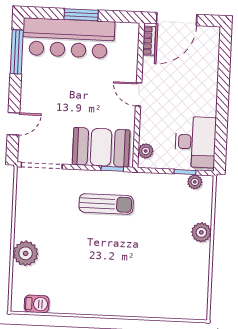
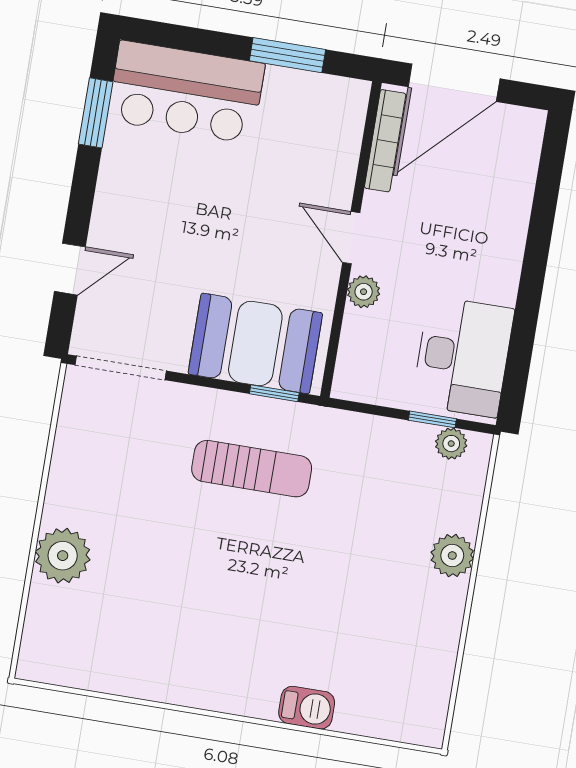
window: (81, 15) -> (287, 55), moved
bar counter: (68, 38) -> (186, 92), width x0.73
bookcase: (149, 41) -> (385, 141), width x1.56
window: (17, 52) -> (96, 113), width x0.69
plant: (146, 151) -> (364, 292), moved
barbecue: (37, 304) -> (307, 708), moved

